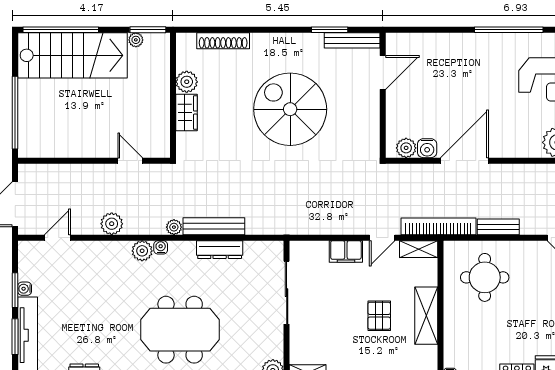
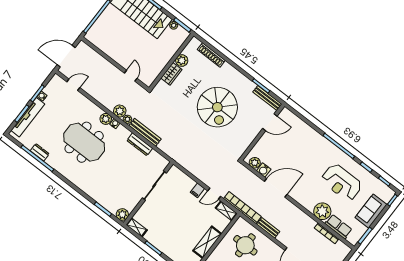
spiral stairs: (290, 109) -> (217, 107), turned 180
plant: (112, 224) -> (120, 111), moved
filing cabinet: (346, 252) -> (197, 190), width x0.50
pallet: (379, 316) -> (187, 227), removed
meeting table: (180, 330) -> (84, 142), moved

